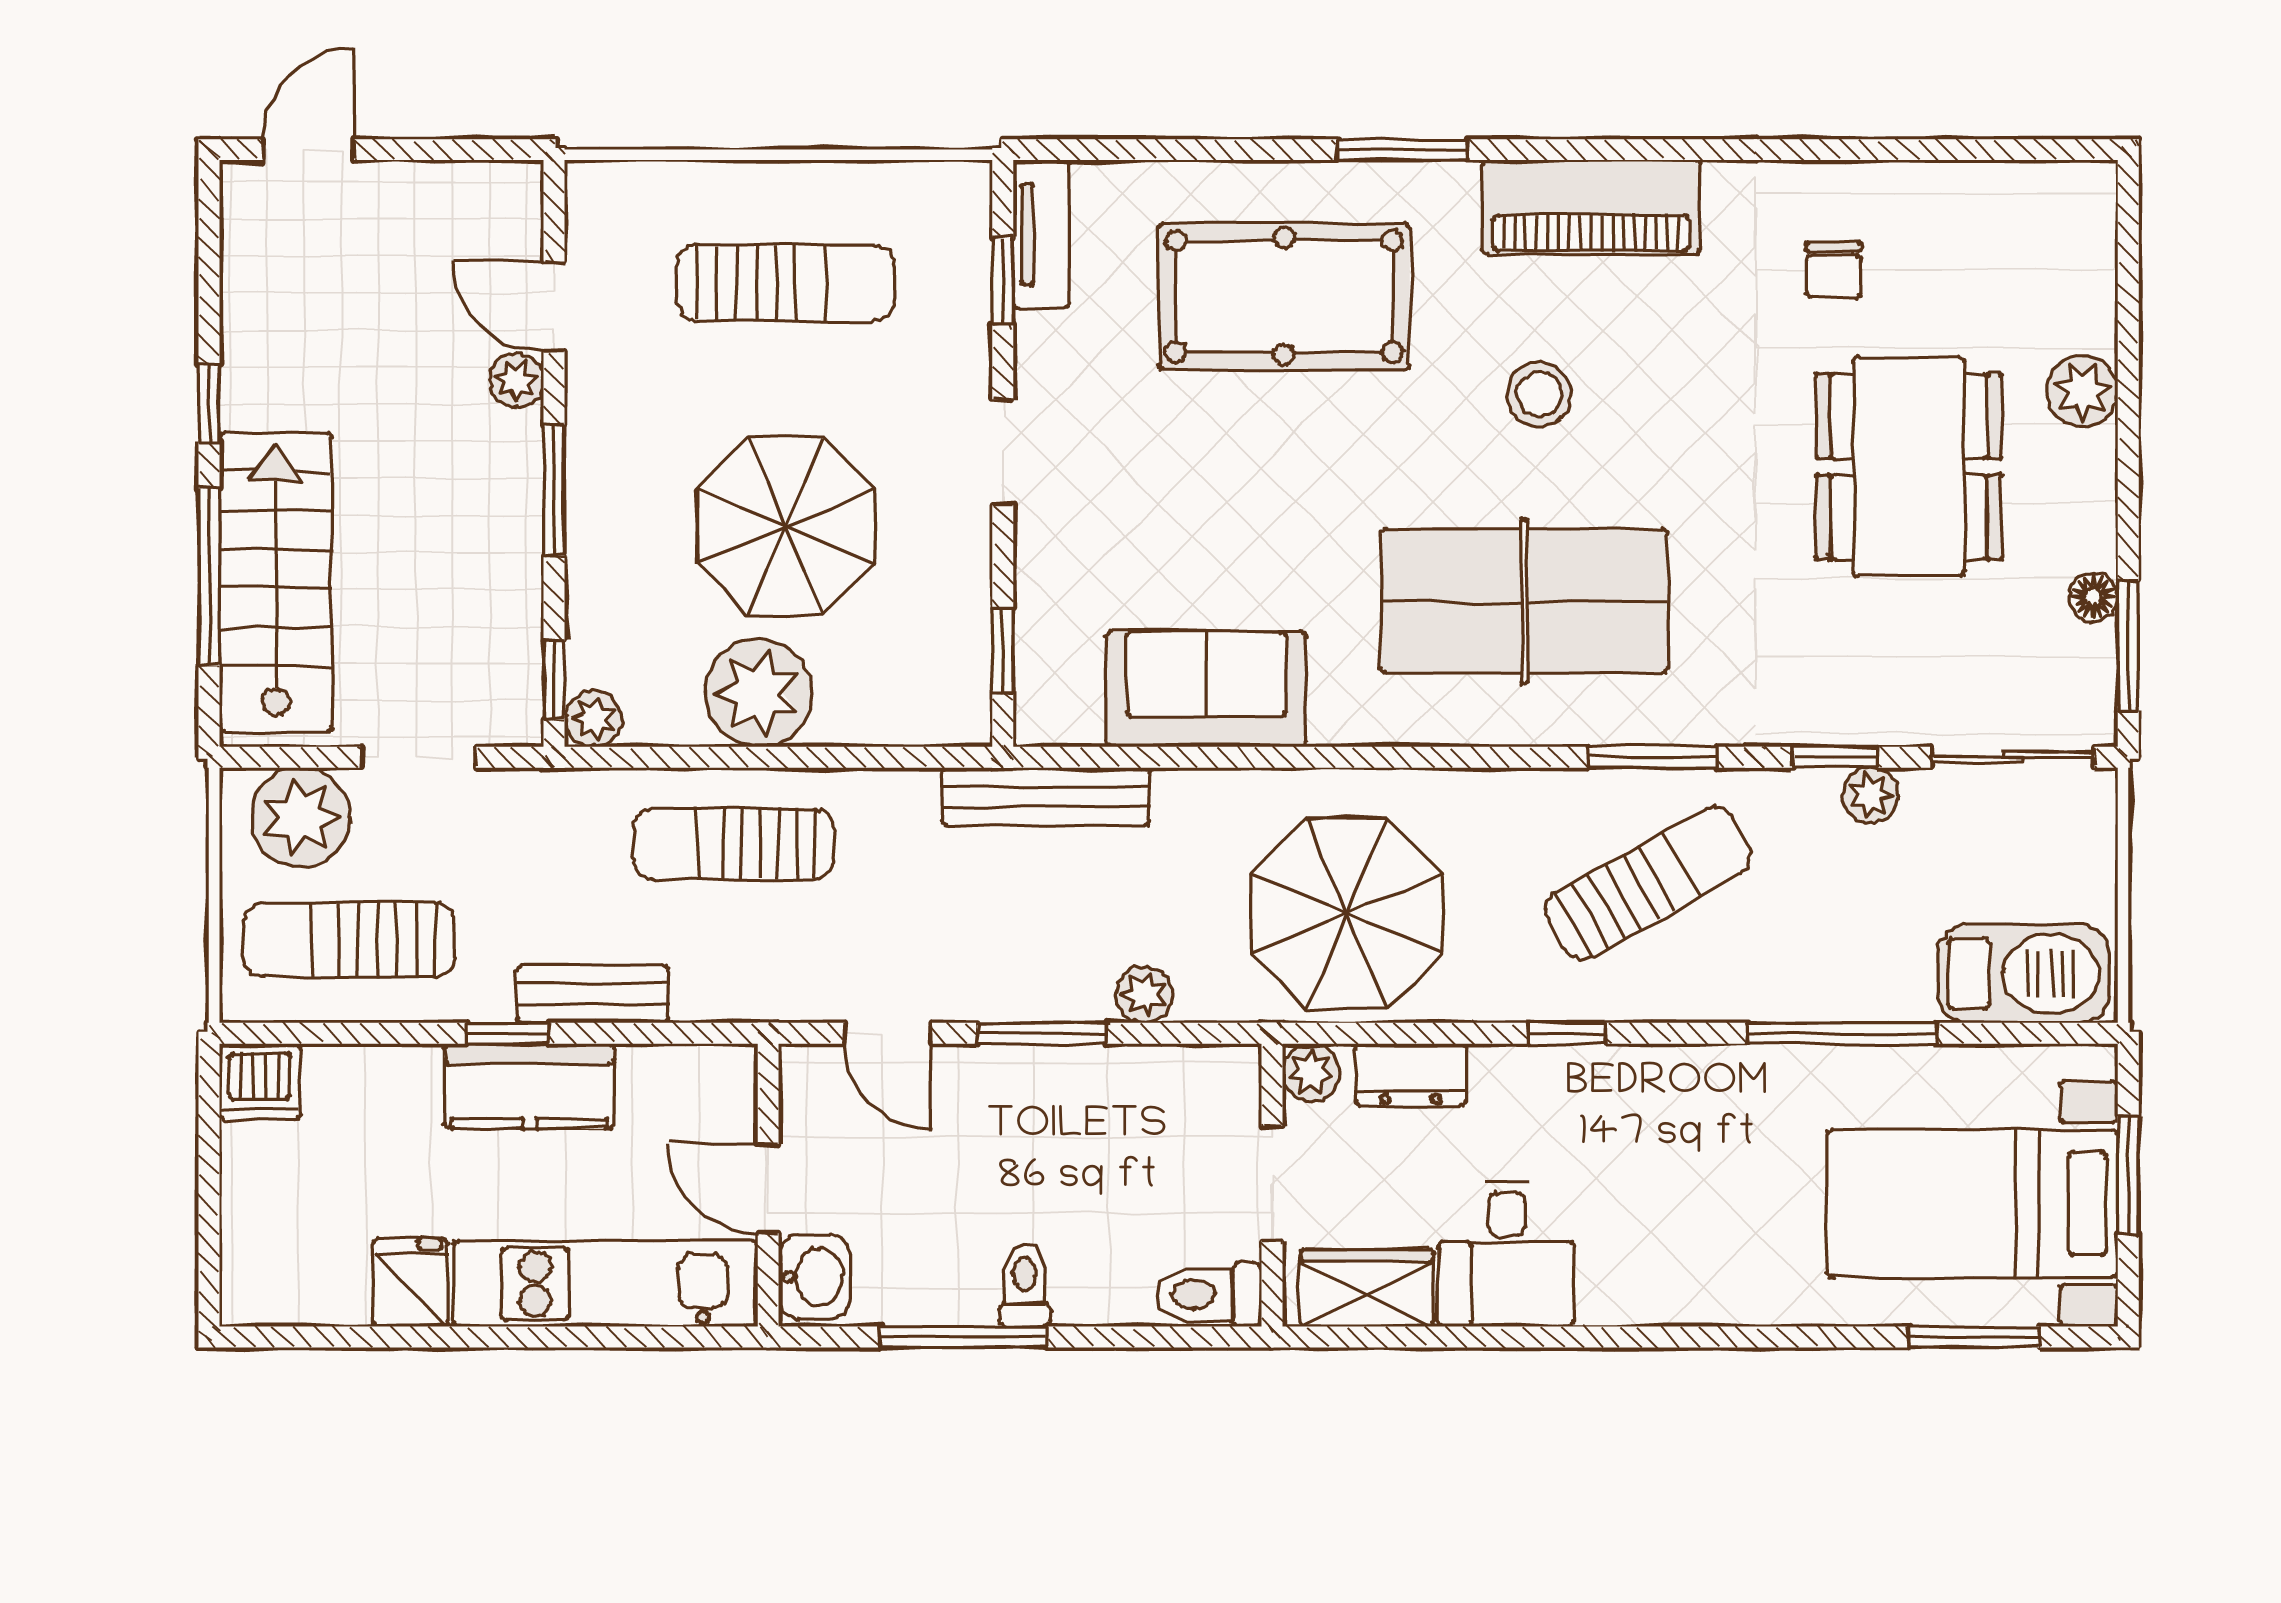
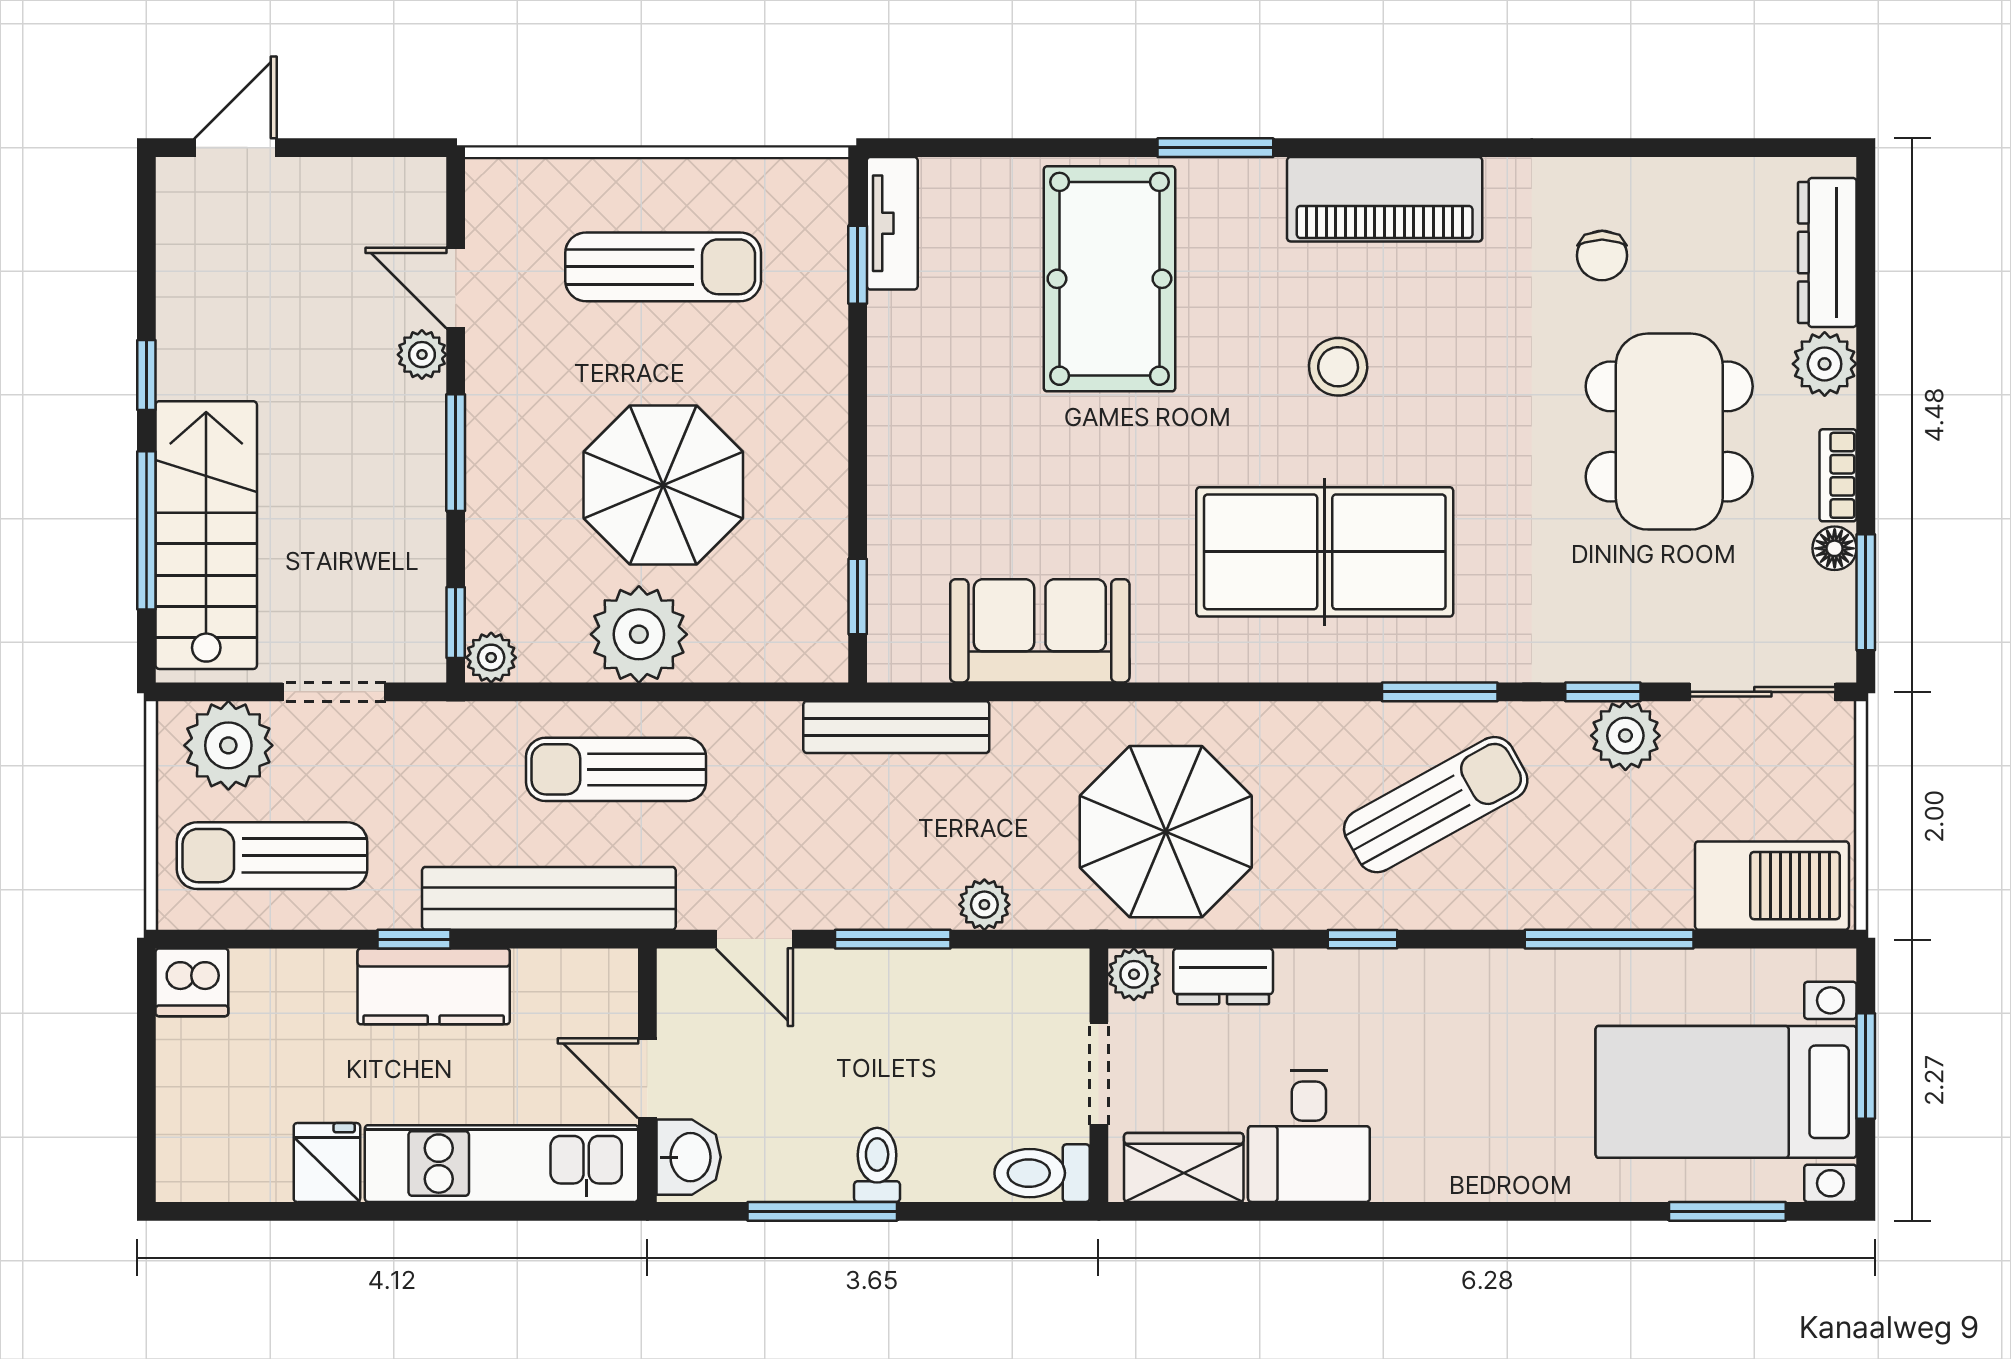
dresser: (2085, 267) -> (1827, 252), added
pool table: (1284, 296) -> (1109, 279), turned 90
doorway: (1003, 452) -> (858, 419), removed
bookcase: (2097, 515) -> (1838, 475), added
plant: (1870, 796) -> (1625, 736), width x1.38, depth x1.38
bench: (593, 994) -> (549, 898), width x1.86, depth x1.21

